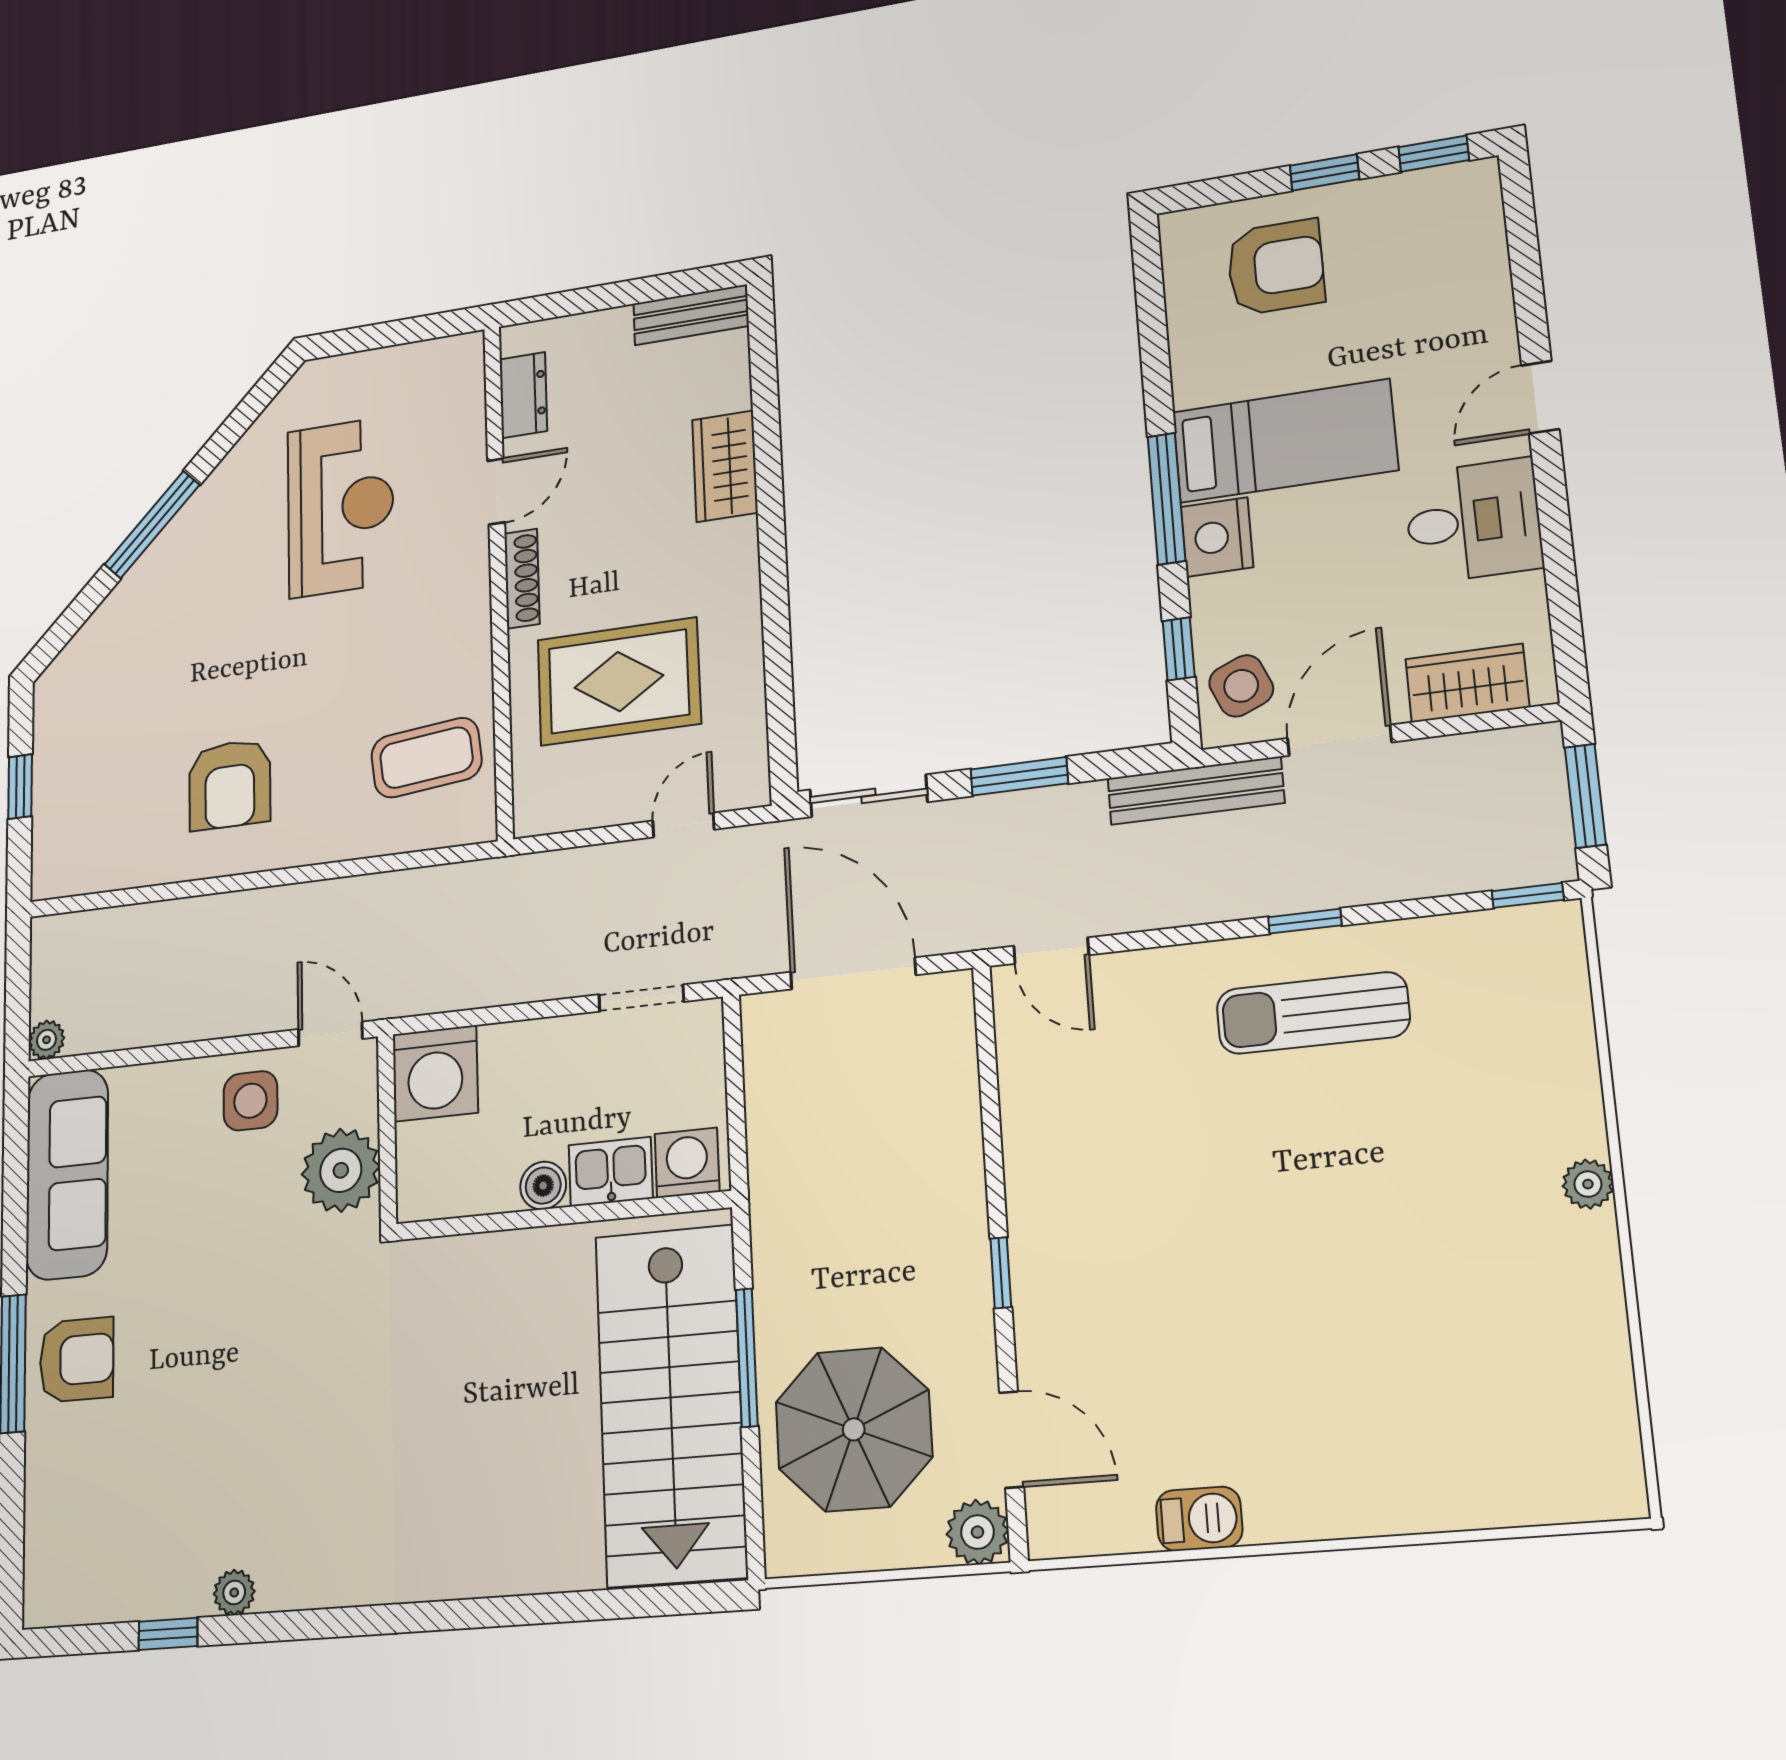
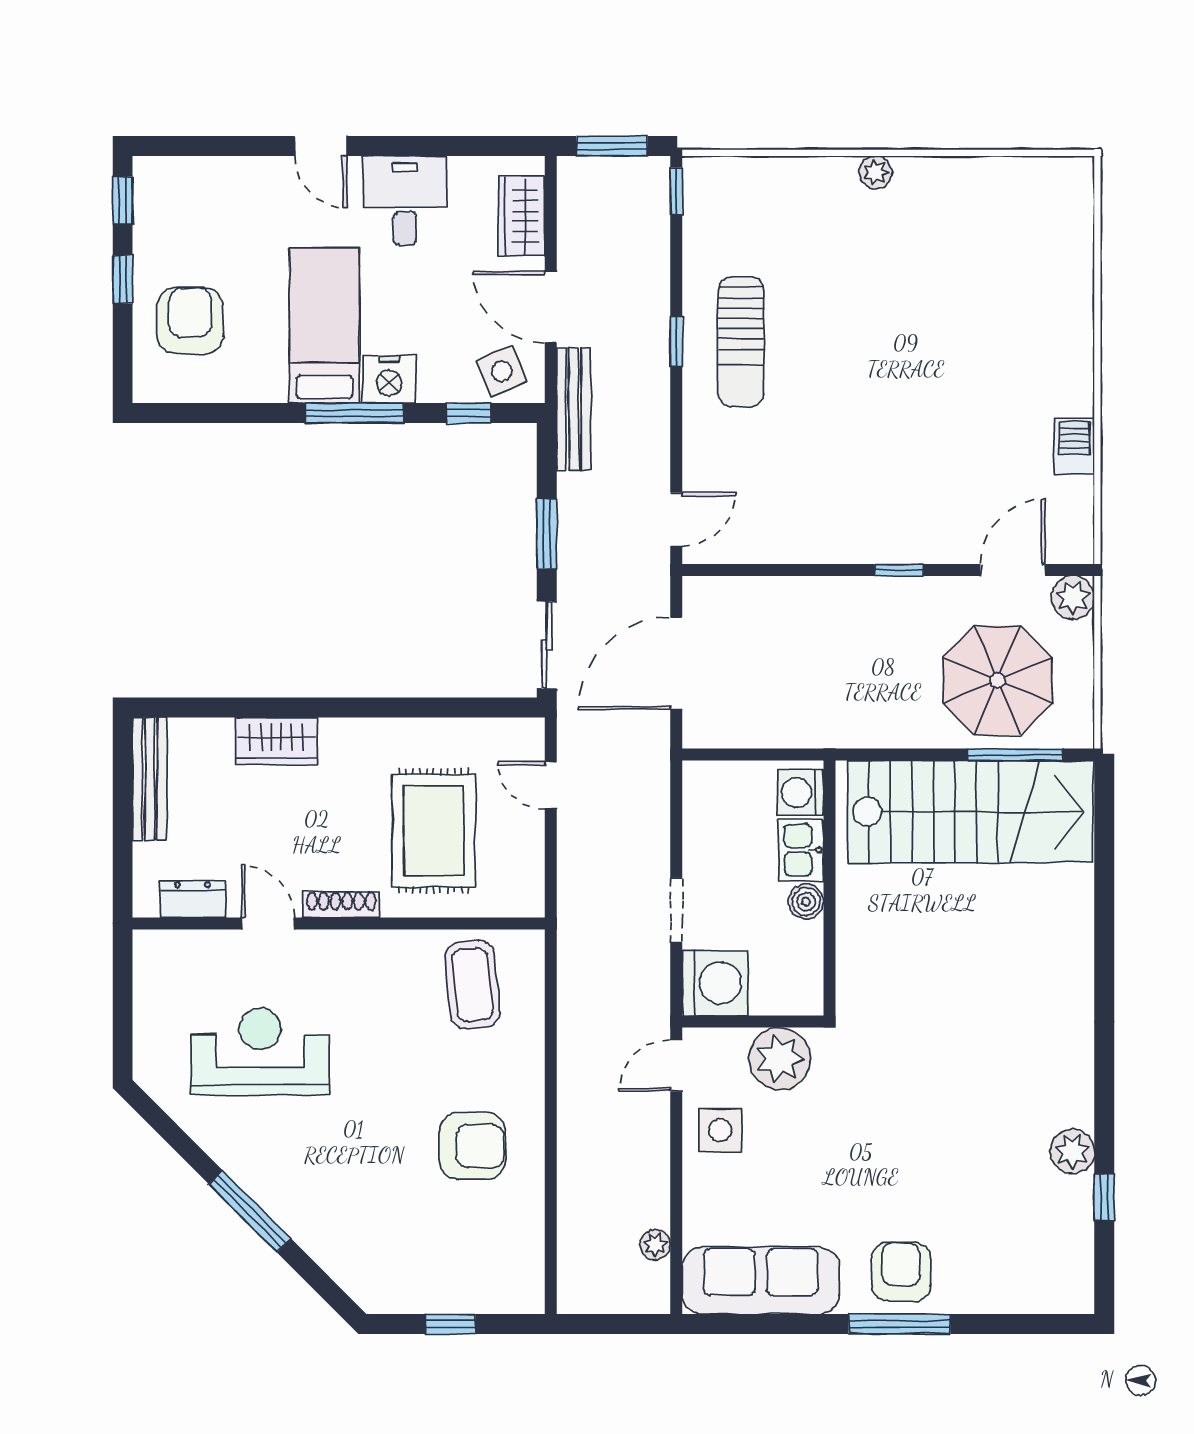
bench: (691, 315) -> (150, 779), width x1.36
doorway: (641, 998) -> (676, 910), moved
plant: (47, 1040) -> (655, 1245), moved
window: (747, 1358) -> (1015, 755), moved
plant: (234, 1592) -> (1072, 1151), width x1.38, depth x1.38

